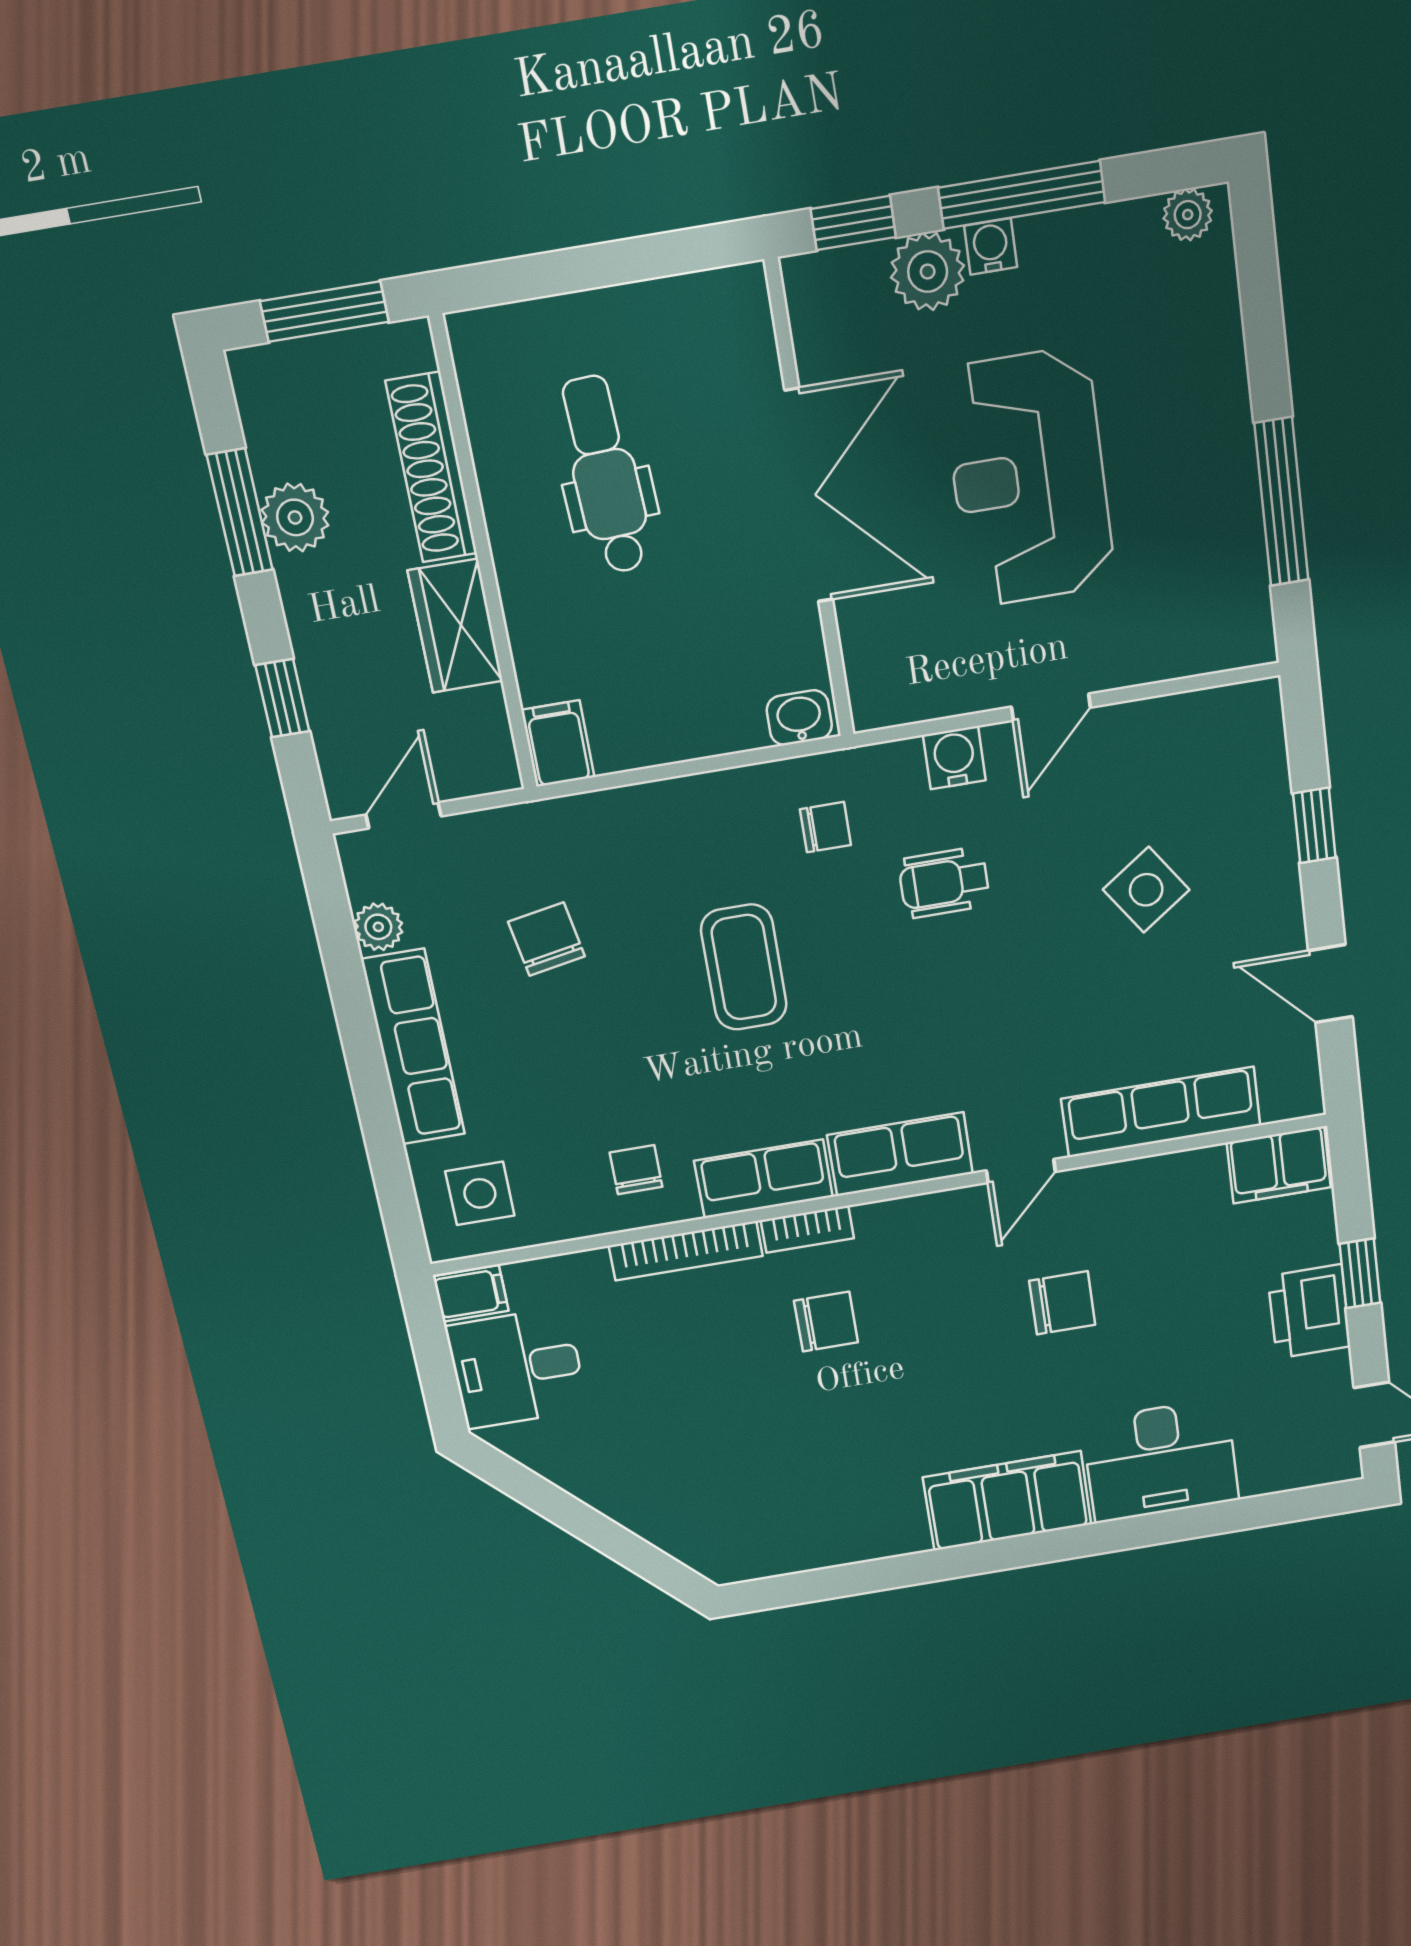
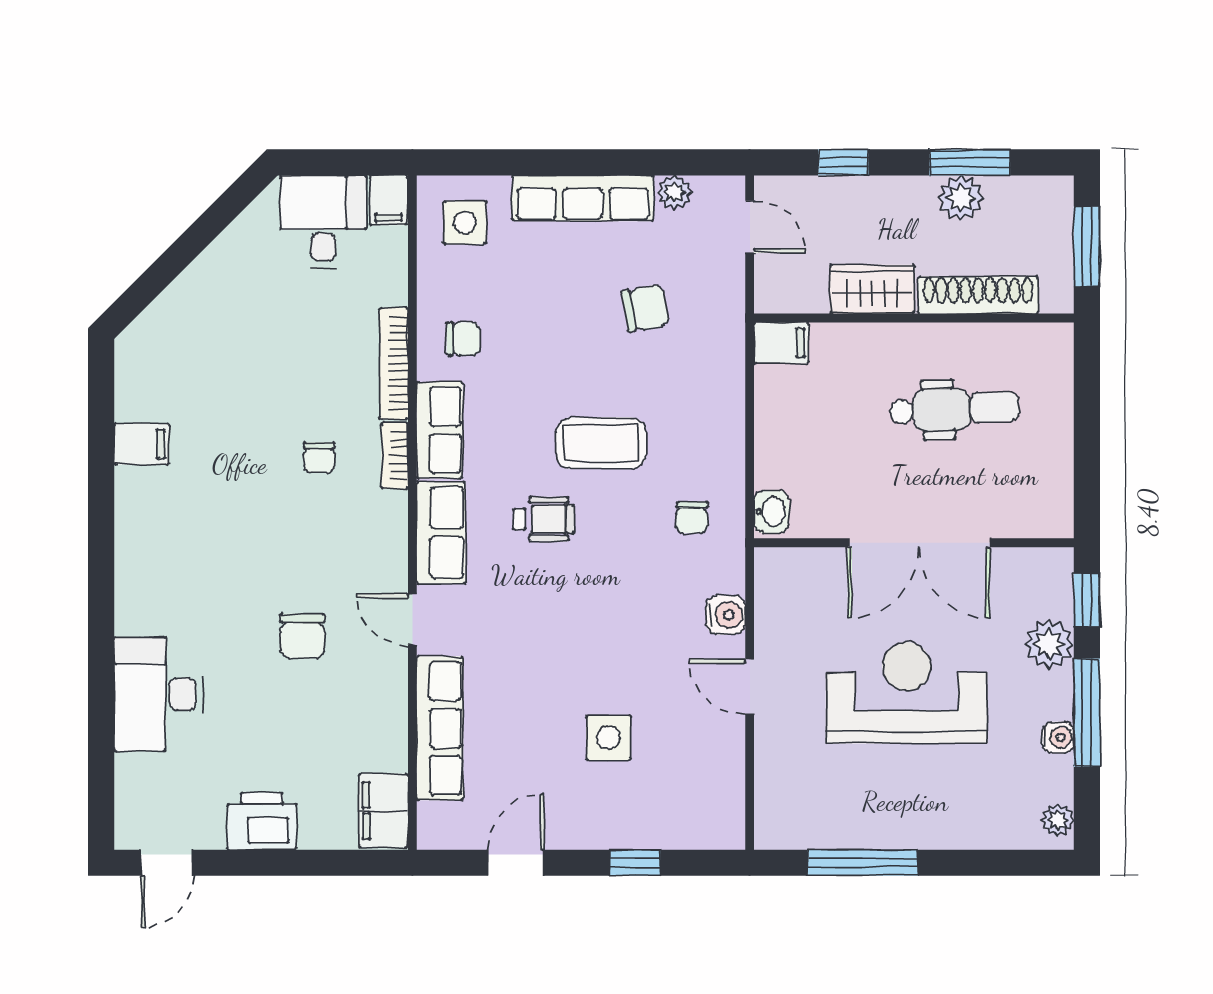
water cooler: (991, 246) -> (1058, 737), moved
wheelchair: (944, 883) -> (544, 519), moved, turned 90
side table: (1146, 890) -> (608, 738), turned 35
window: (1360, 1273) -> (286, 863), removed
chair: (826, 1322) -> (319, 458), width x0.73, depth x0.73
filing cabinet: (1007, 1501) -> (142, 444), moved, width x0.33, depth x0.86

